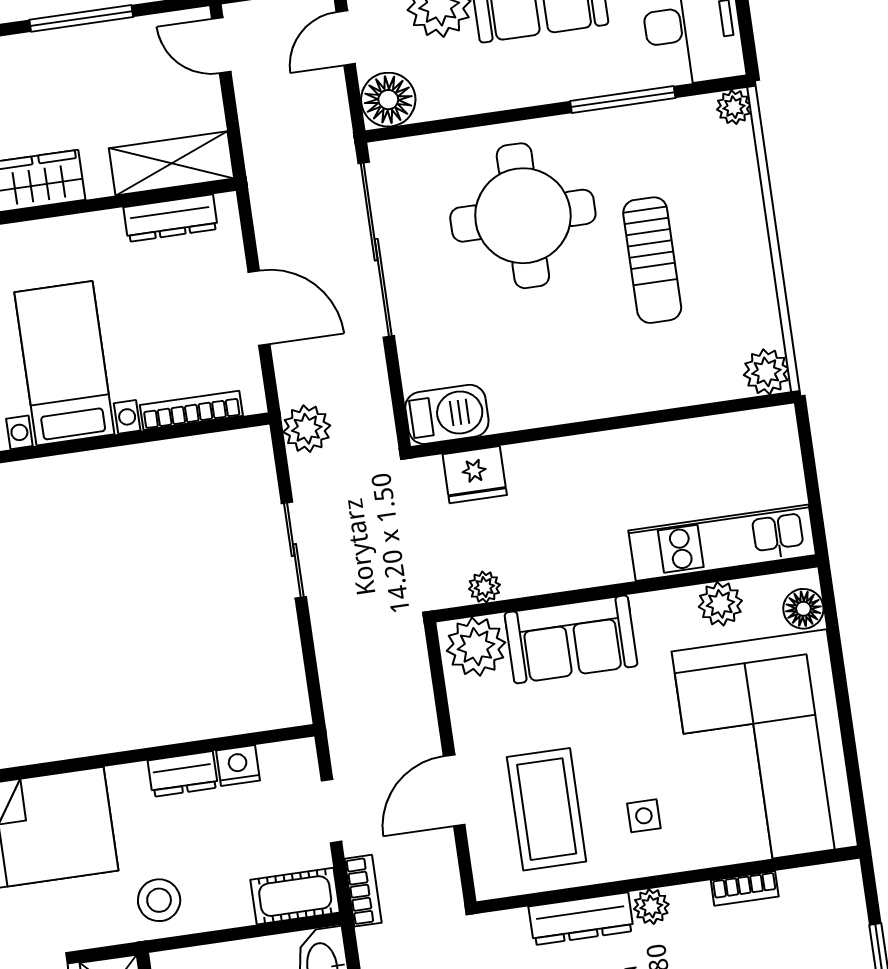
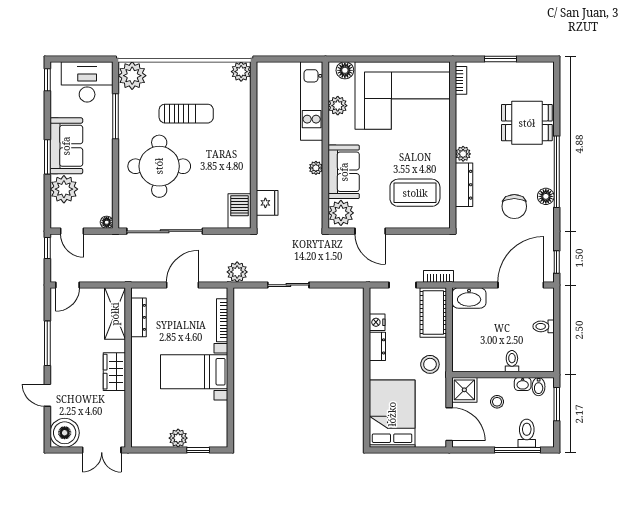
floor lamp: (388, 100) -> (107, 222), width x0.53, depth x0.53
plant: (734, 107) -> (132, 76), width x1.88, depth x1.88
plant: (484, 587) -> (316, 168), moved
door: (454, 790) -> (370, 231), moved
side table: (644, 816) -> (424, 151), removed
bookcase: (745, 888) -> (461, 80), moved
cot: (295, 896) -> (433, 313), width x1.37, depth x1.34

